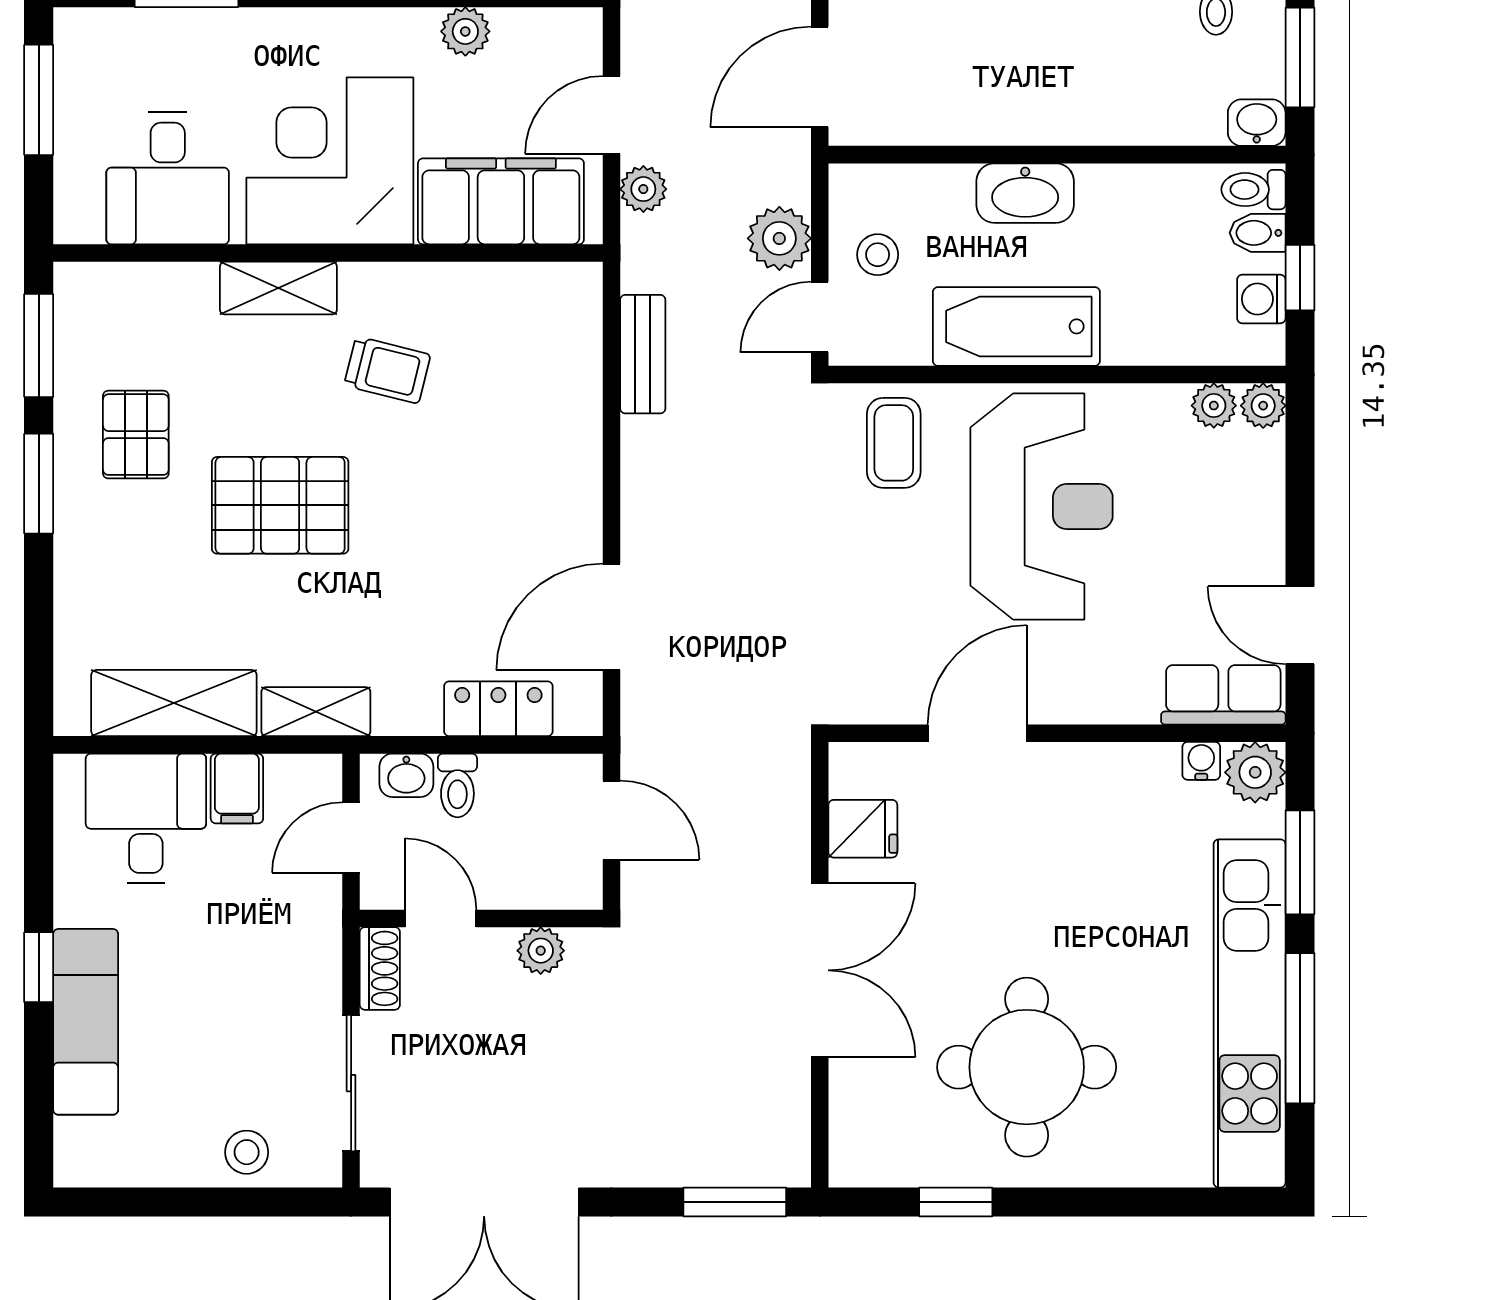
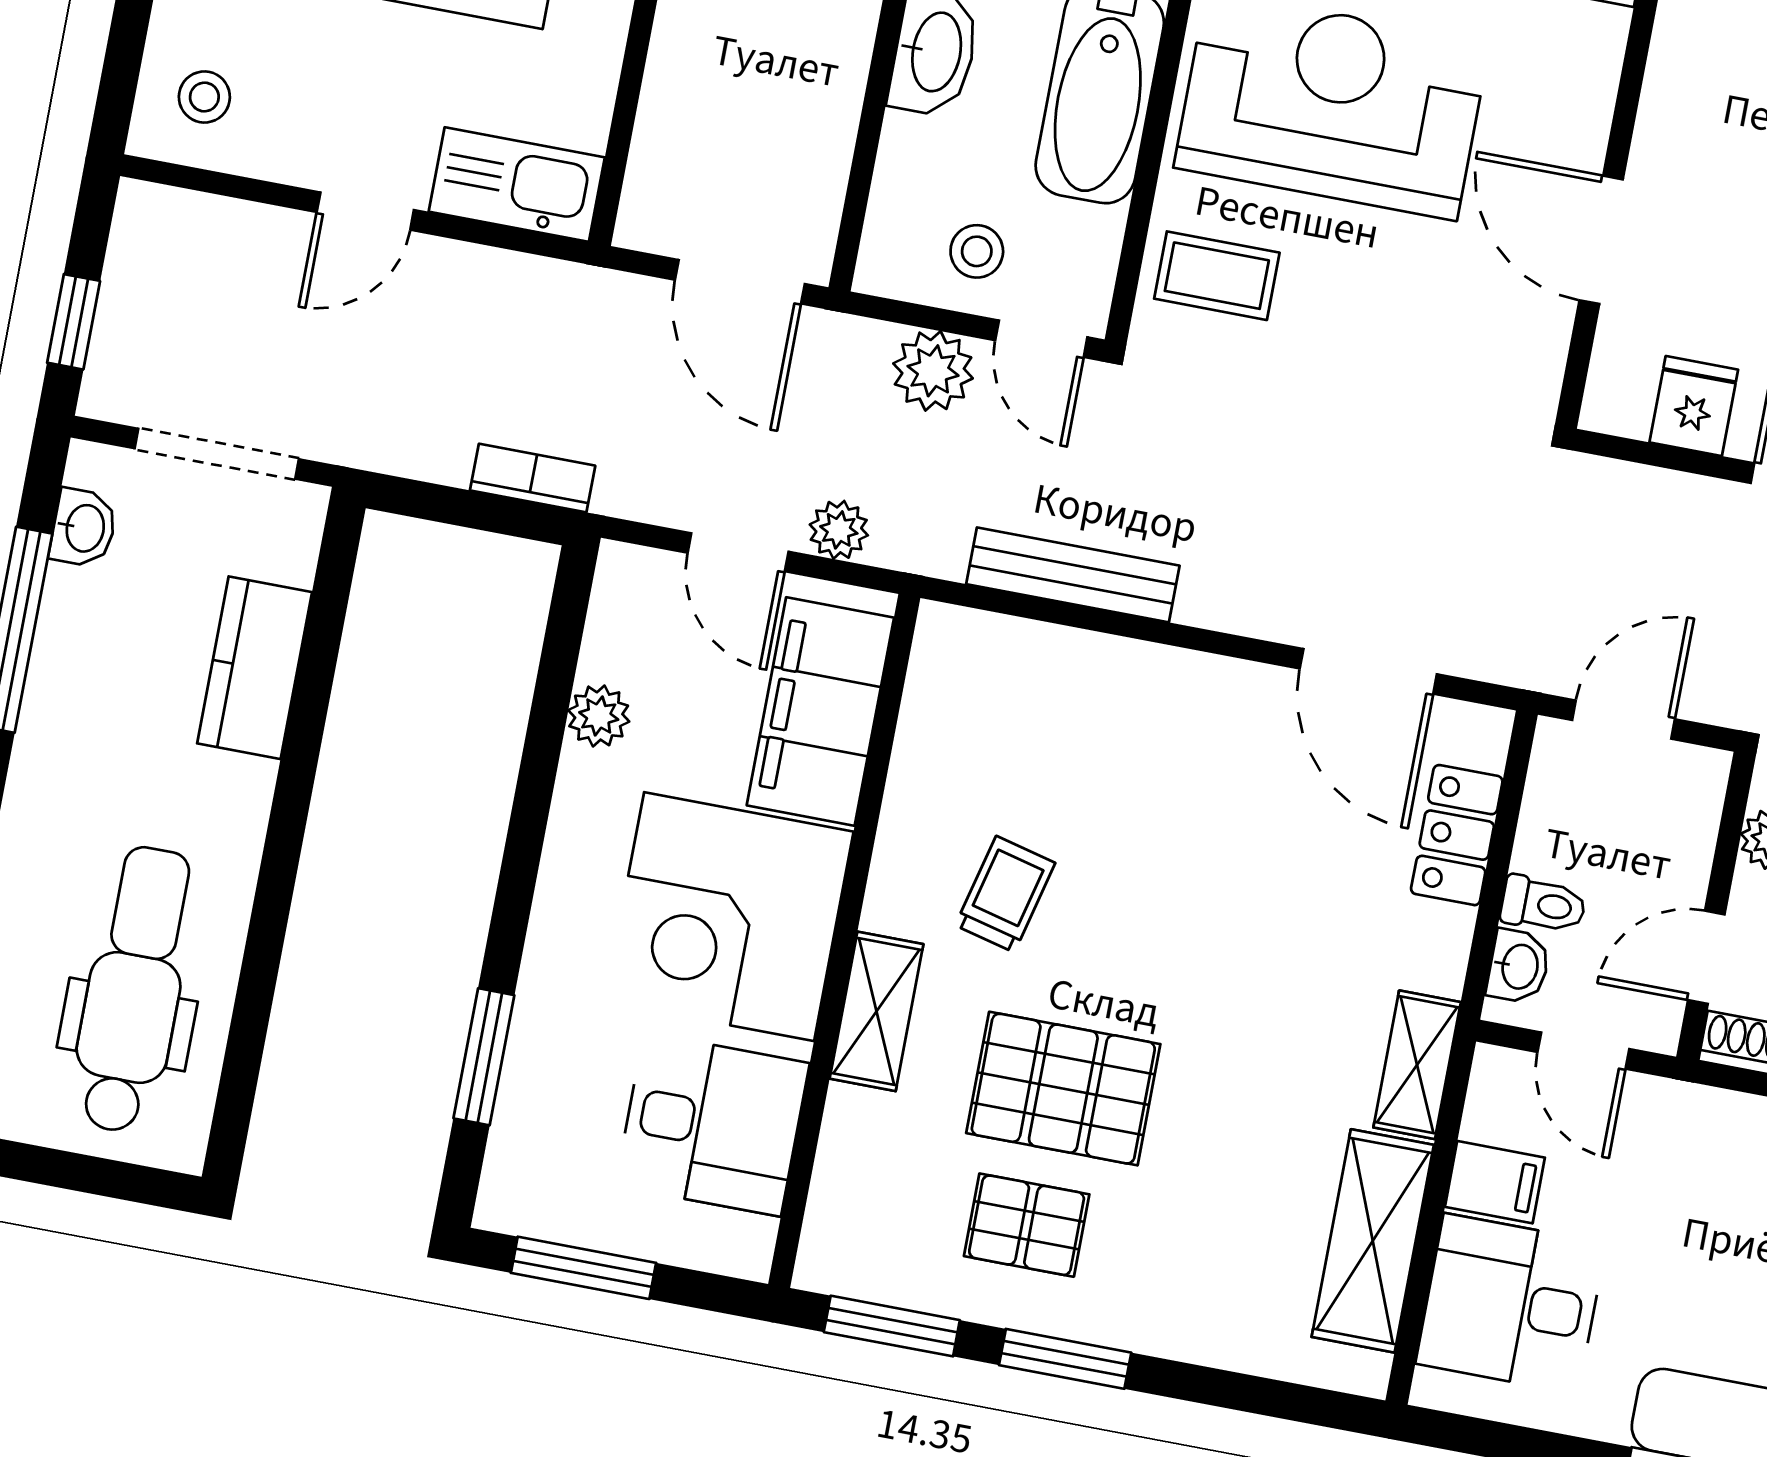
bench: (643, 354) -> (1073, 575), width x1.36
pallet: (280, 505) -> (1063, 1089), moved, turned 90

